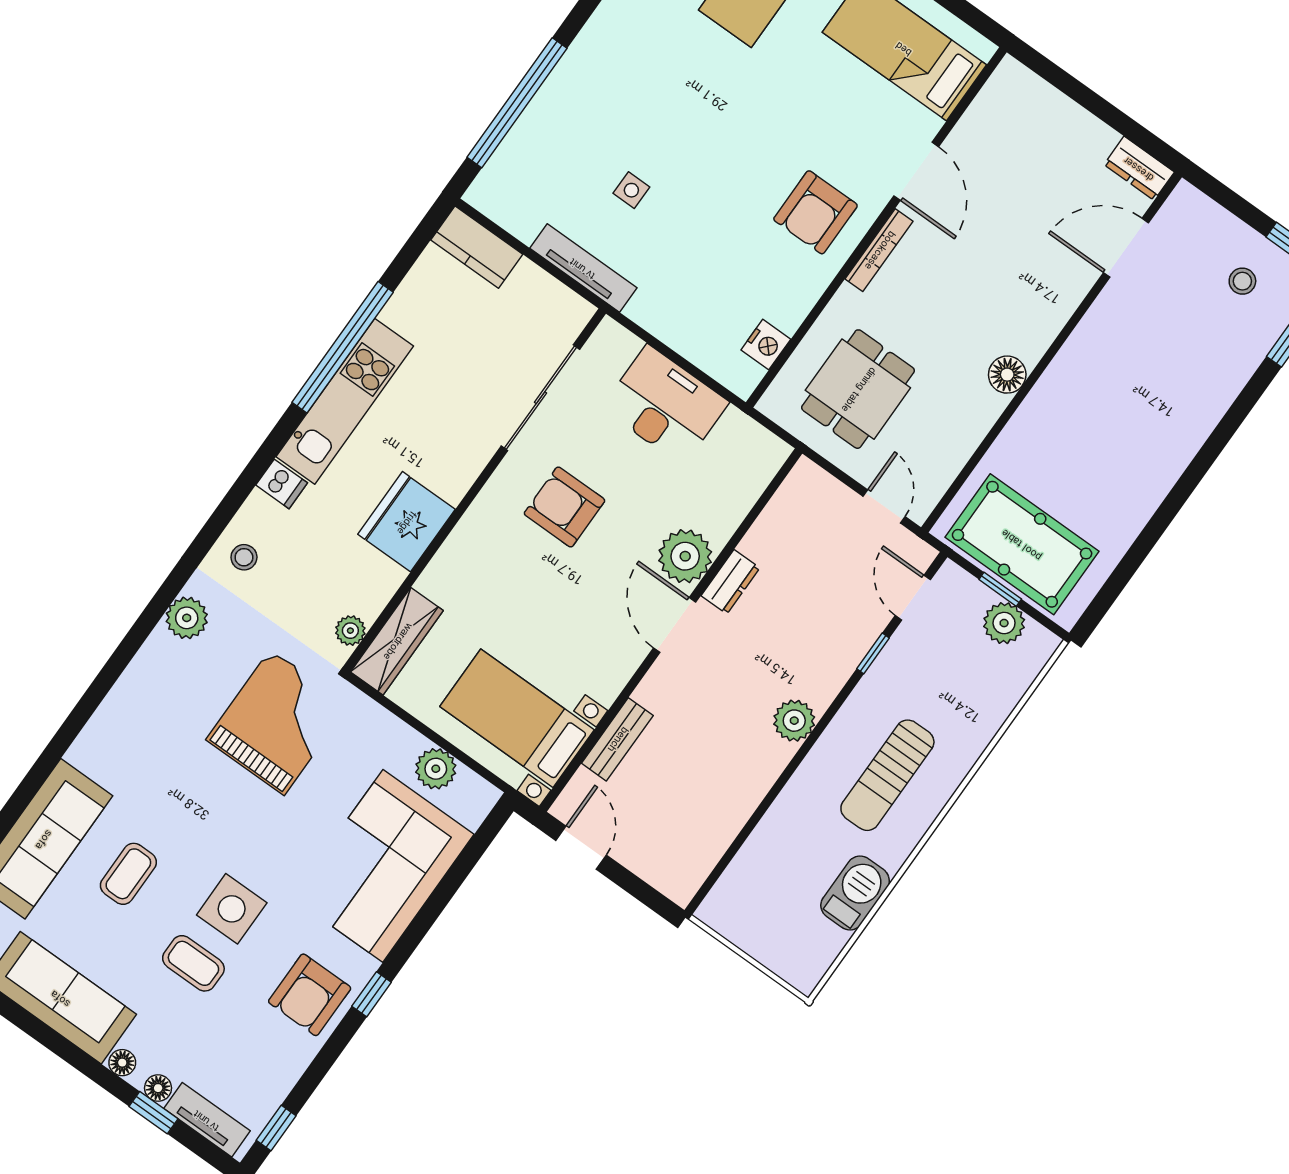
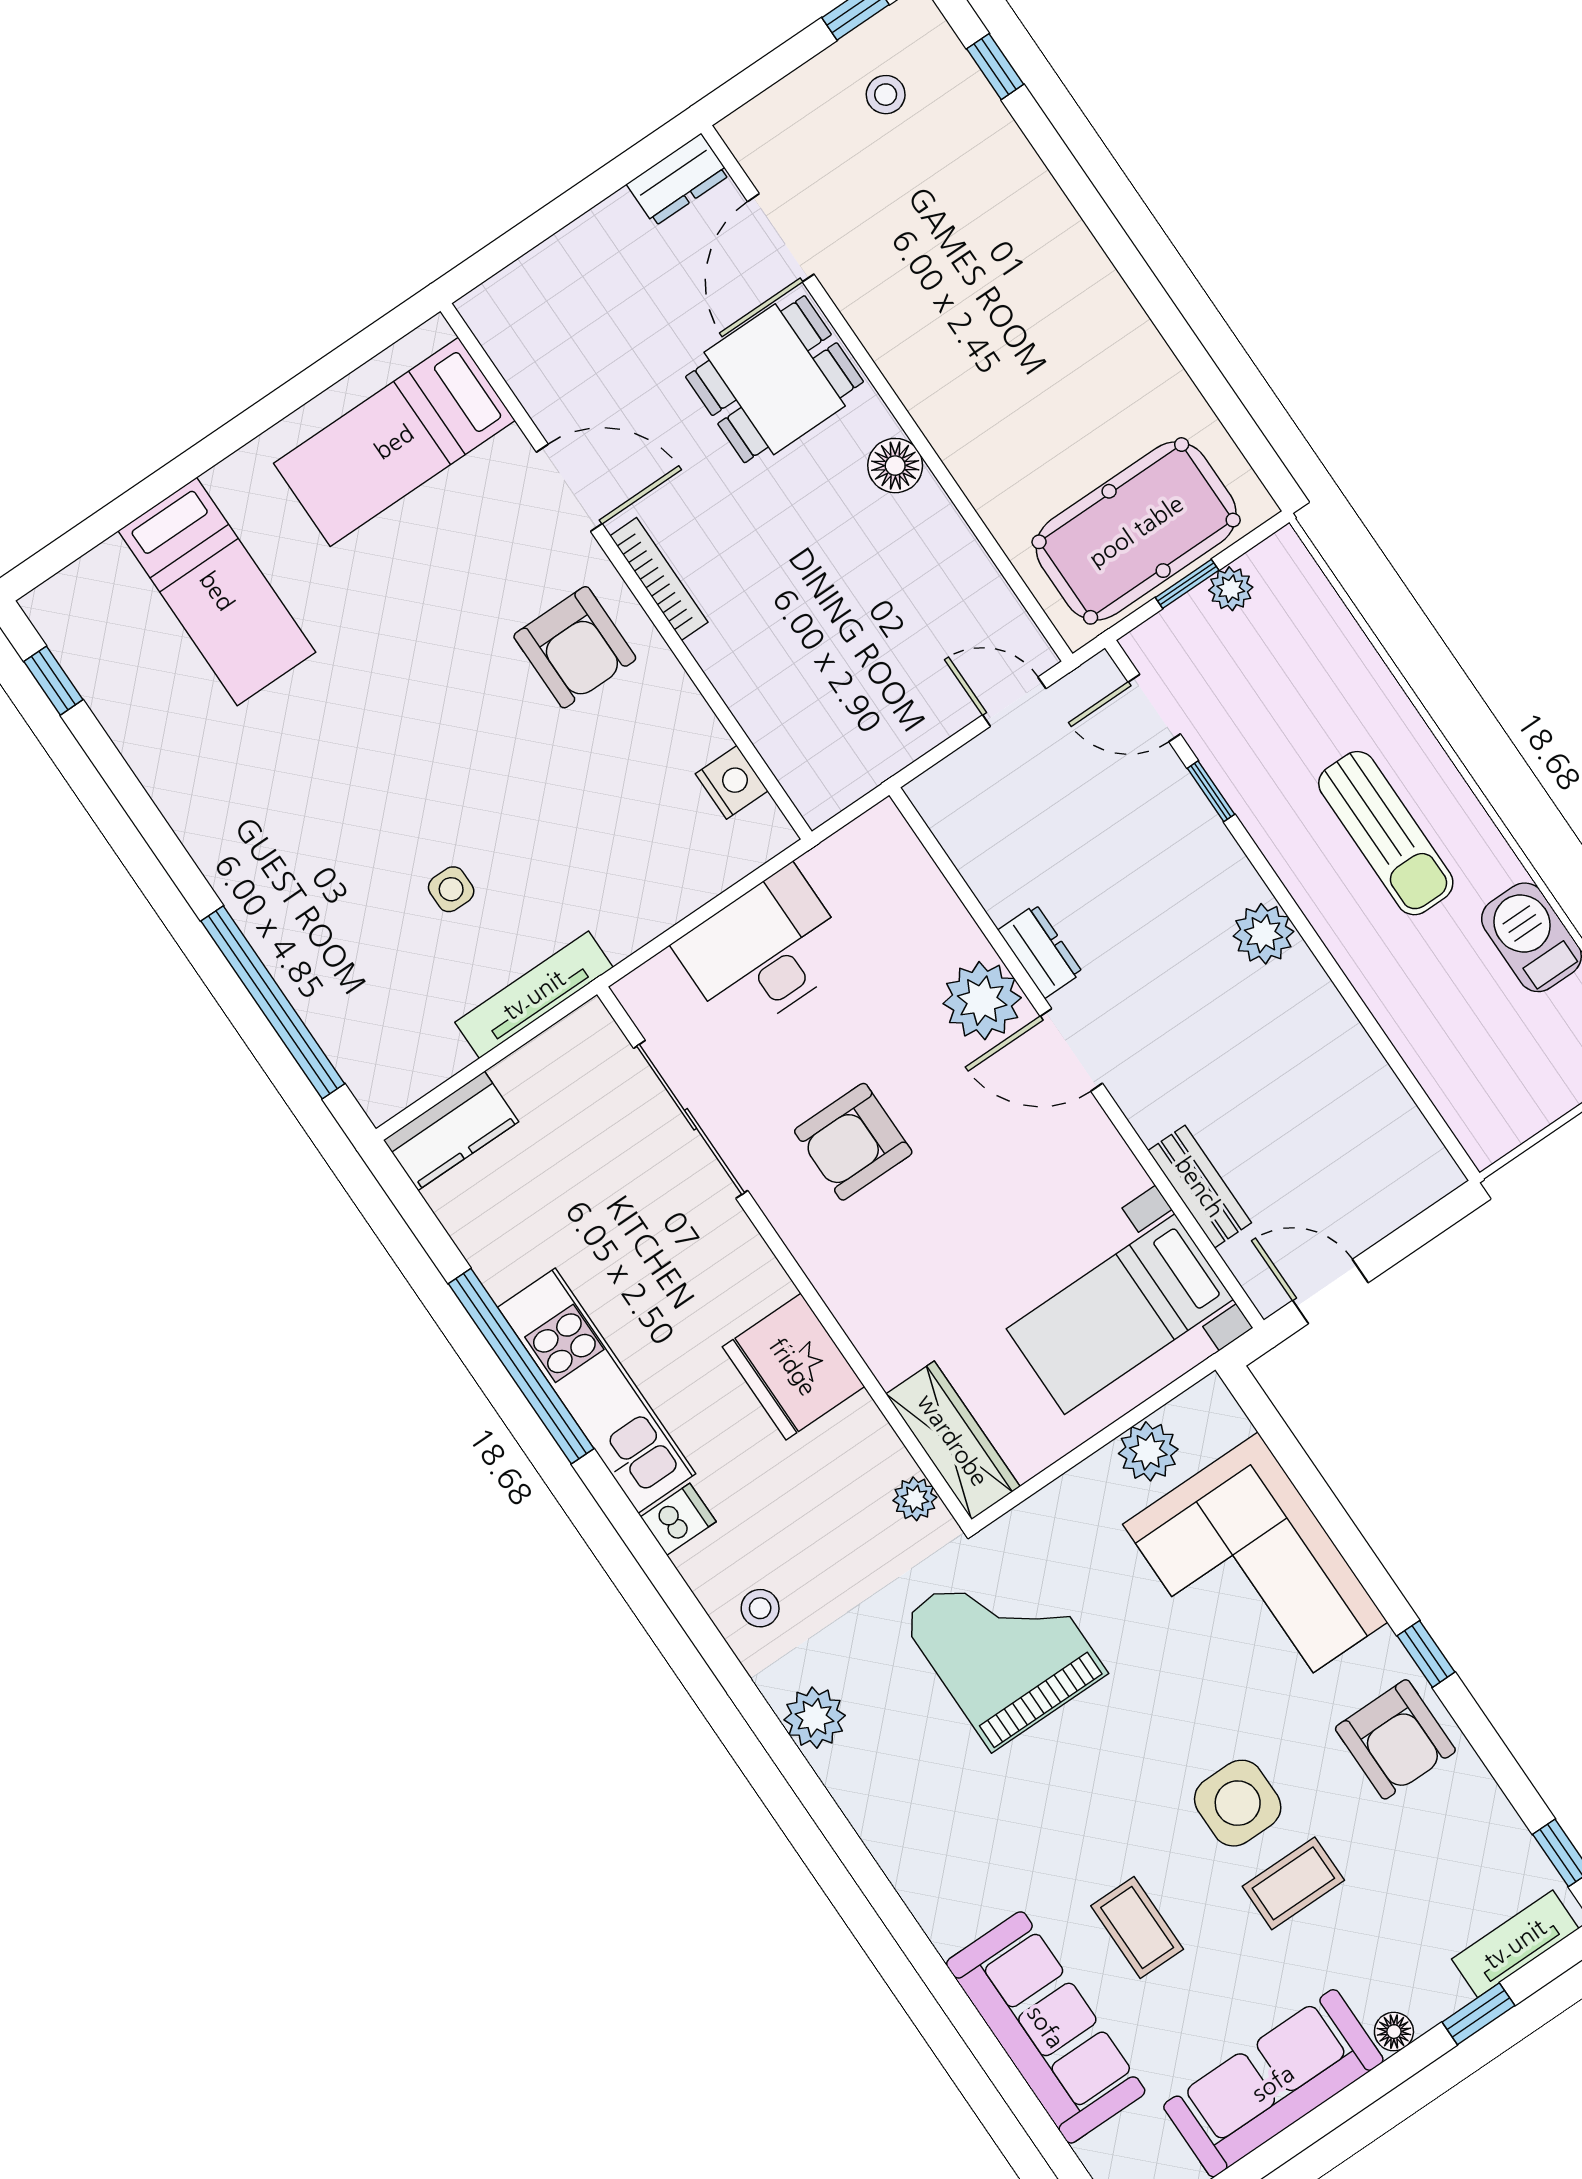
dining table: (858, 389) -> (775, 379), moved, turned 90
plant: (1004, 623) -> (1231, 589), width x0.73, depth x0.73
floor lamp: (158, 1088) -> (1447, 1995), removed

